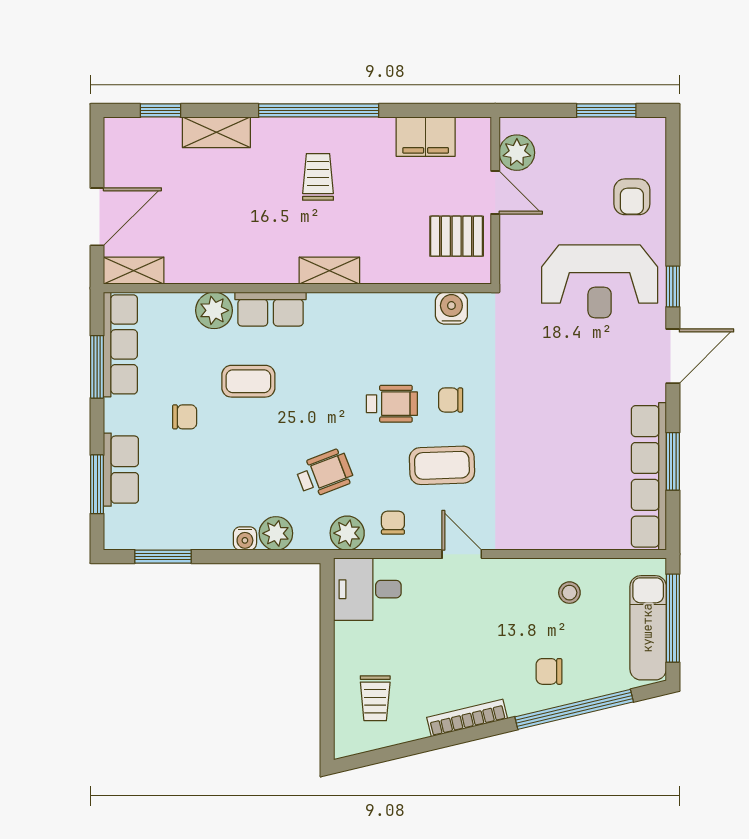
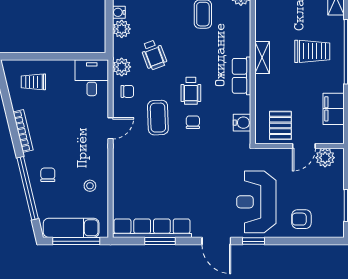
trolley: (318, 177) -> (312, 51), width x1.36, depth x1.39
row of seats: (271, 309) -> (242, 76), moved

